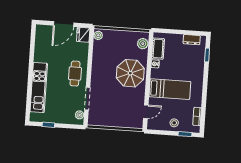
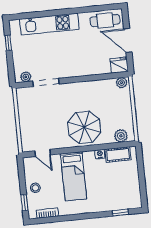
dresser: (192, 40) -> (135, 192), removed
cafe table: (75, 74) -> (105, 20), moved

